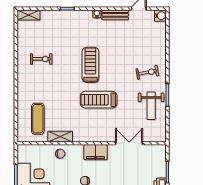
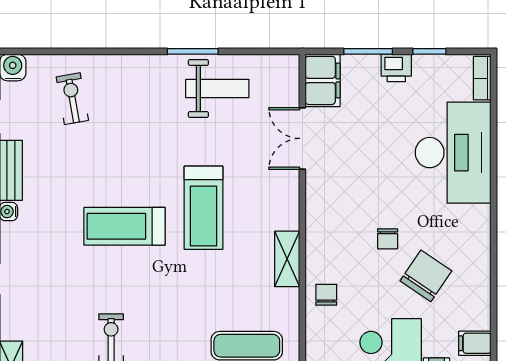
exercise bike: (147, 72) -> (72, 99), moved
shelving: (60, 137) -> (287, 259), moved
filing cabinet: (96, 152) -> (323, 80), moved

